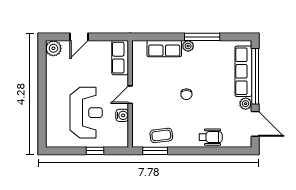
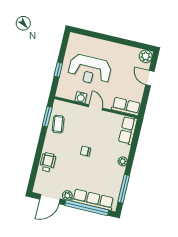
window: (202, 37) -> (124, 189), moved
row of seats: (164, 49) -> (128, 130), moved
wheelchair: (211, 137) -> (48, 162), turned 180

